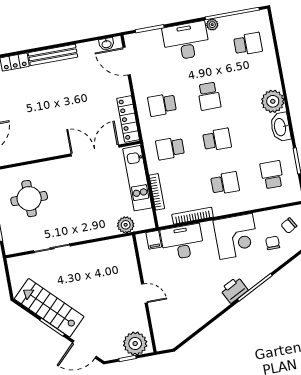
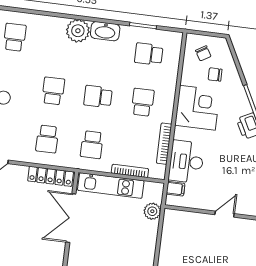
school desk: (209, 96) -> (53, 91), turned -90
school desk: (217, 140) -> (98, 97), turned -90

